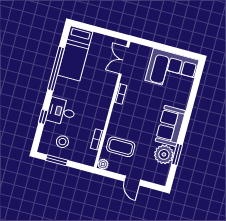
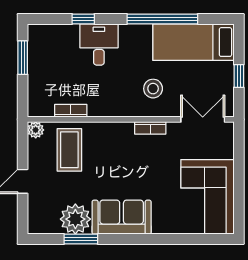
window: (103, 31) -> (239, 76), added
stool: (62, 142) -> (153, 89), moved

